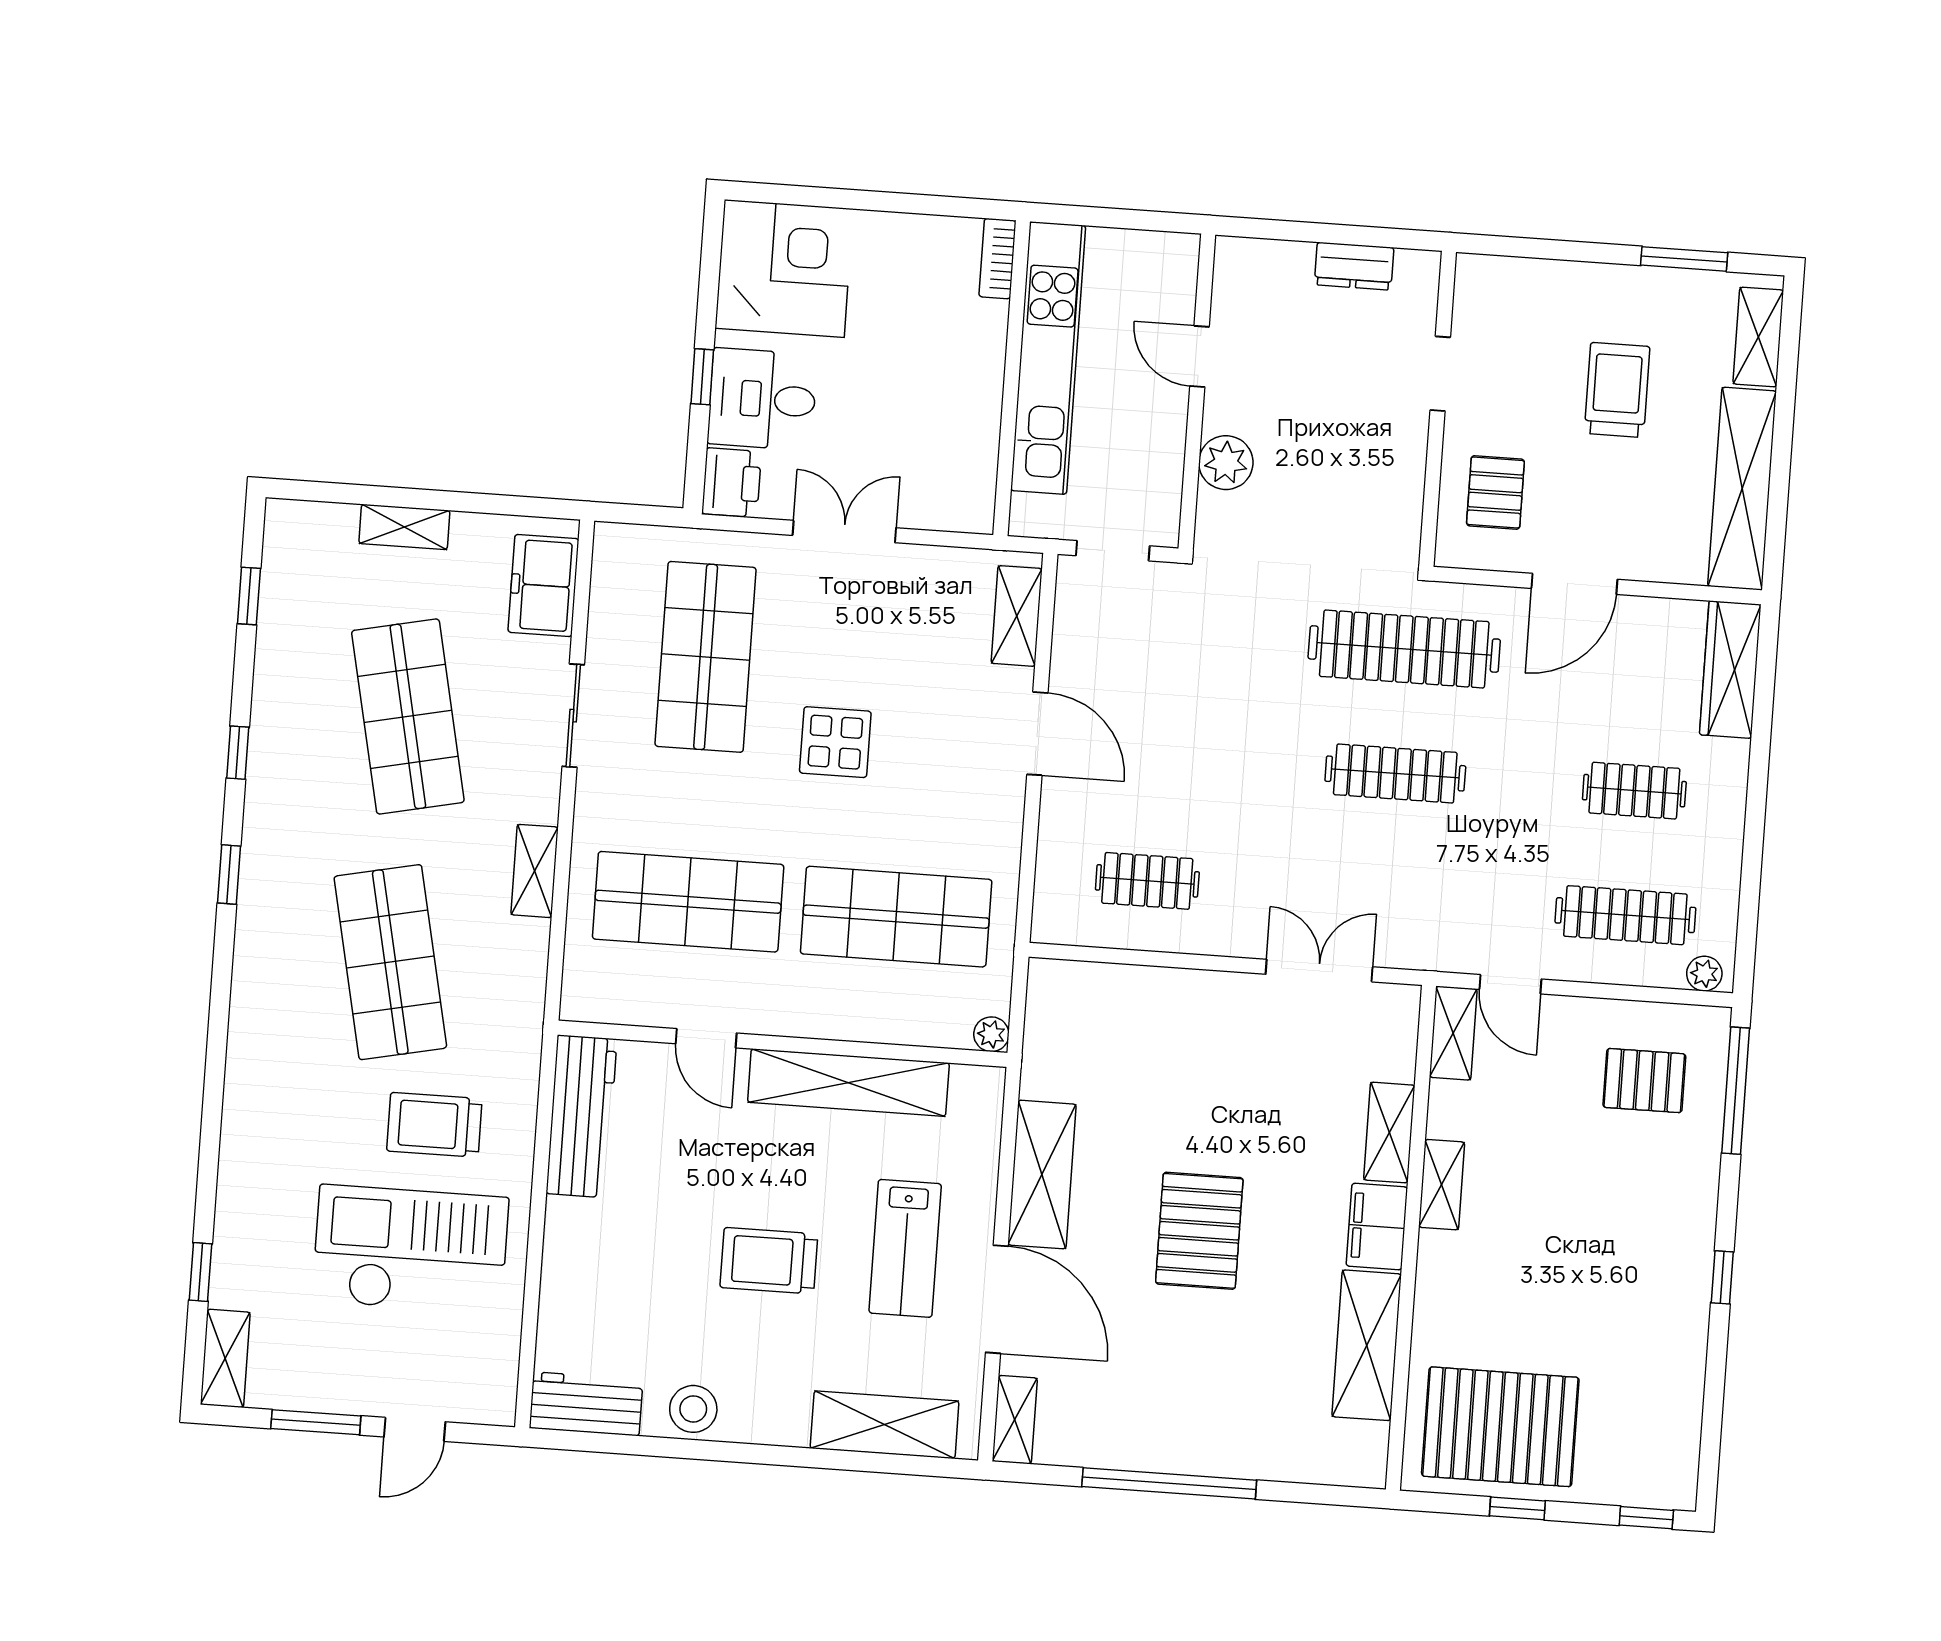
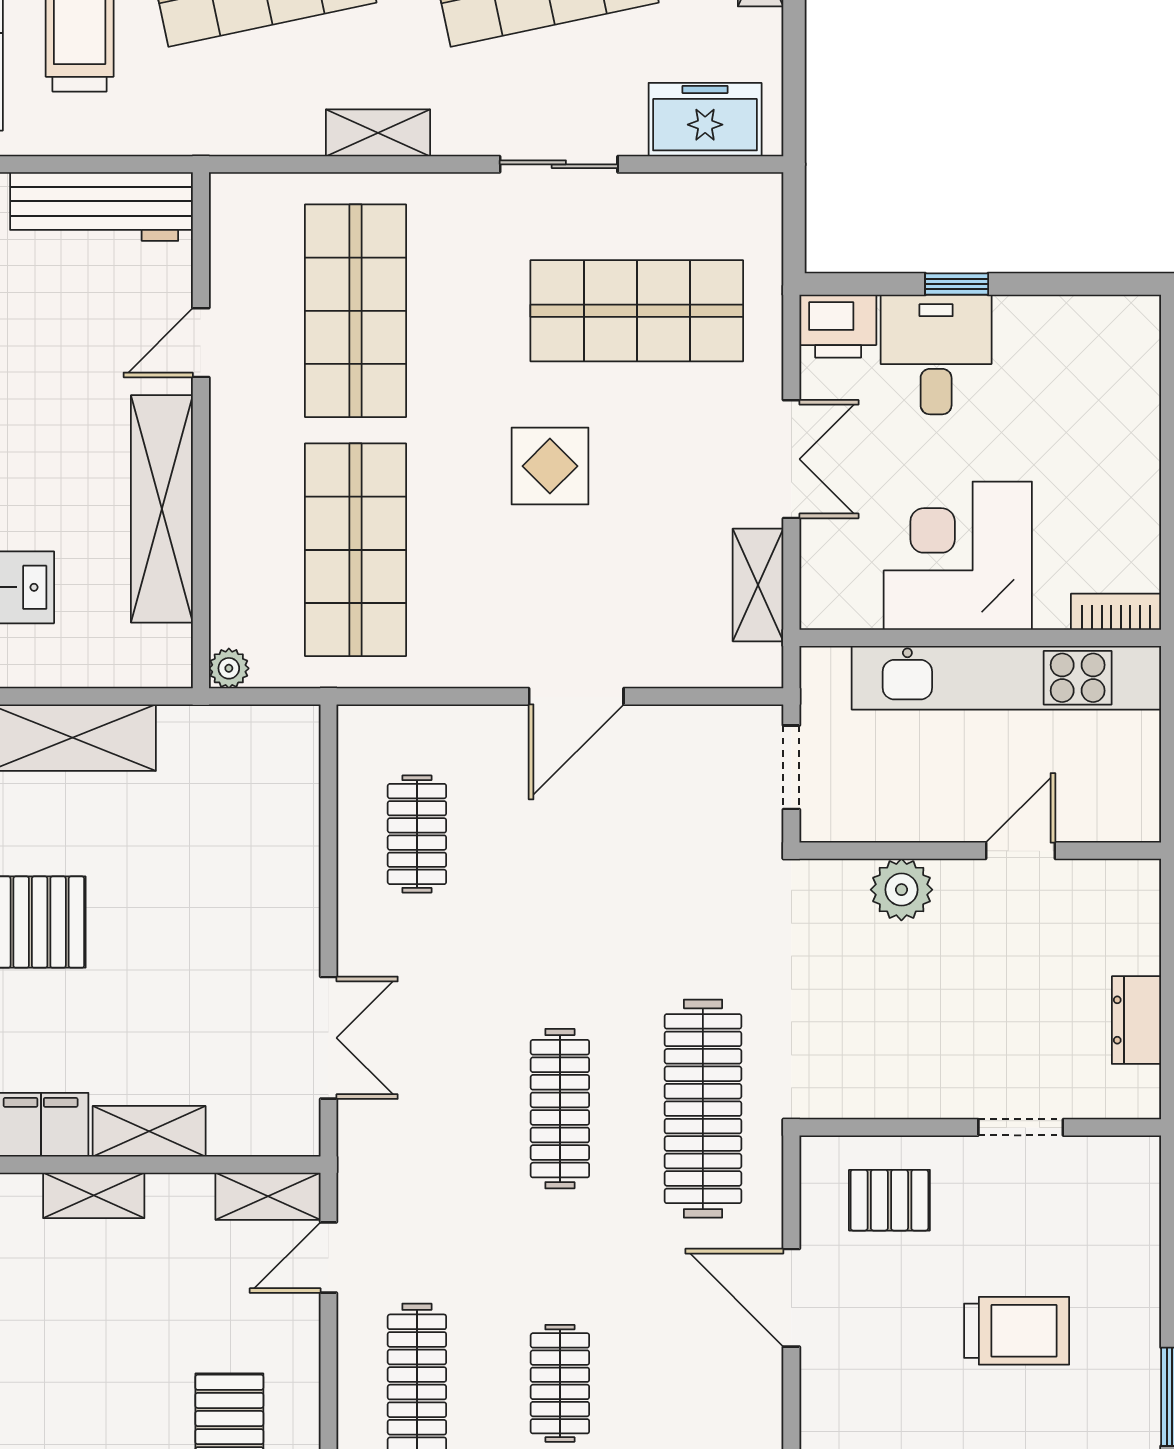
corner desk: (784, 269) -> (958, 556), moved, turned 180
shelving: (1017, 616) -> (758, 585), moved, turned 90

